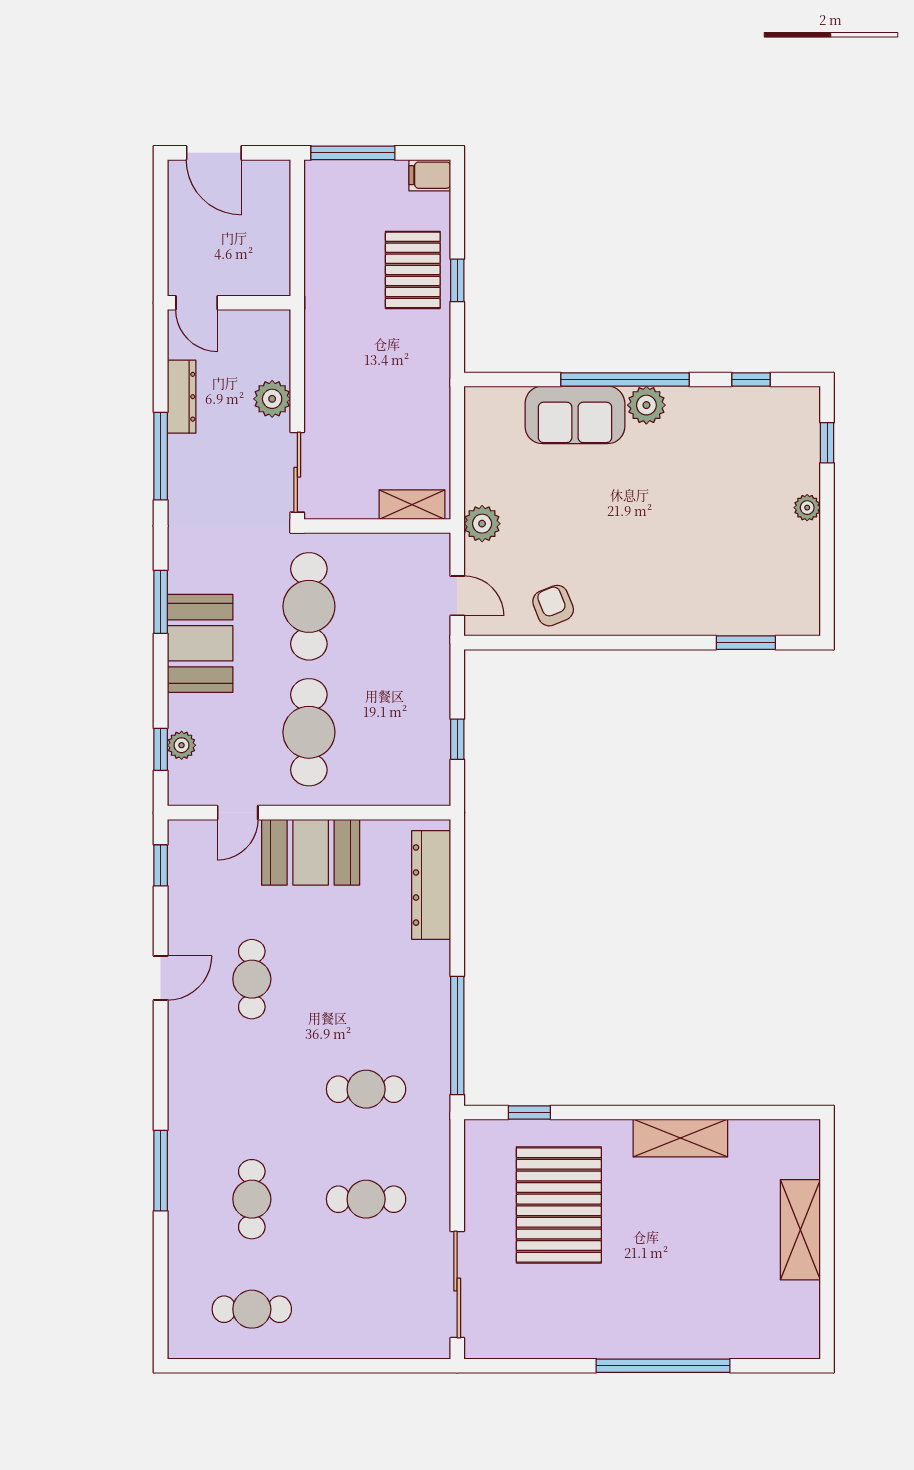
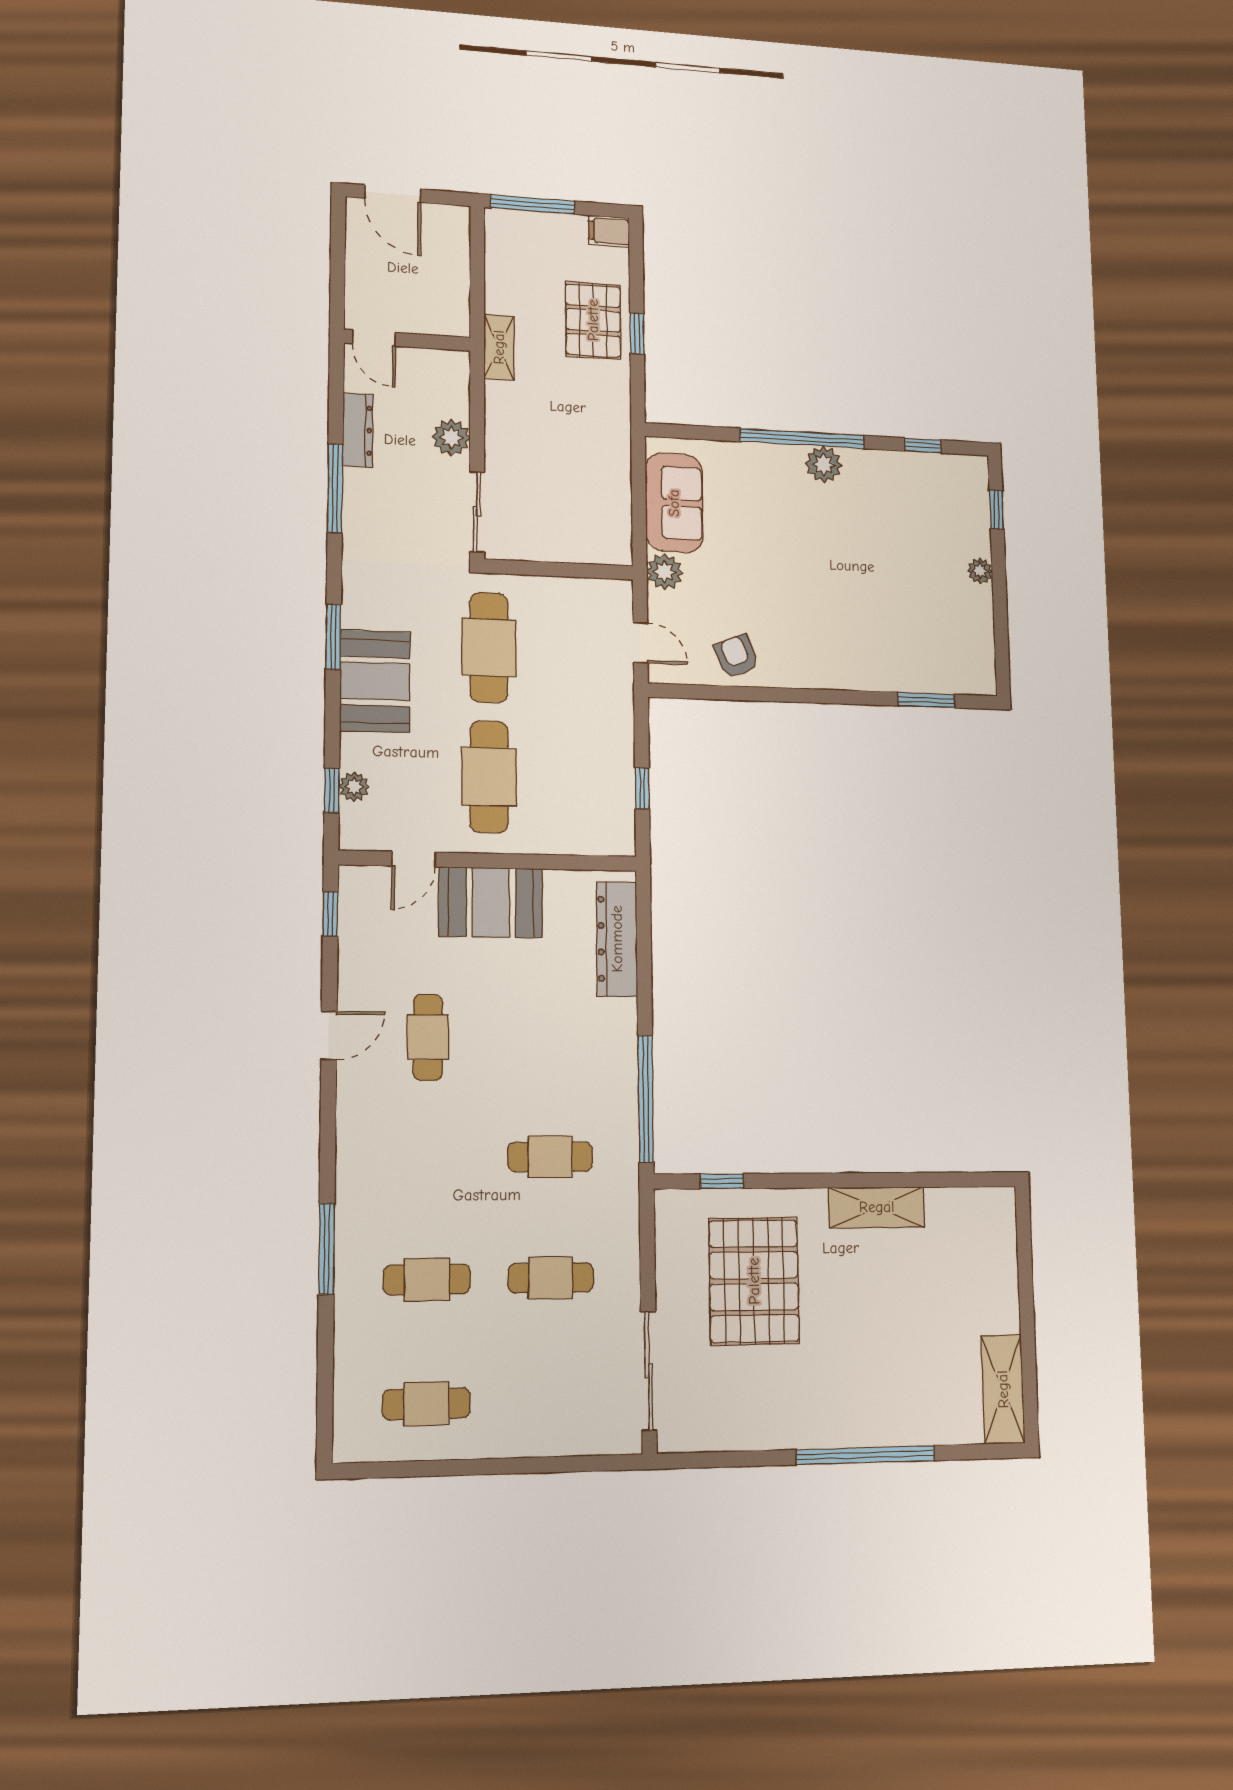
sofa: (575, 415) -> (674, 503), moved, turned -90
shelving: (412, 505) -> (499, 347), moved, turned 90
cafe table: (252, 1199) -> (427, 1280), turned 90
shelving: (800, 1230) -> (1003, 1389), moved

